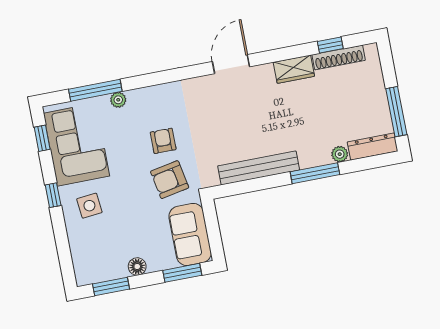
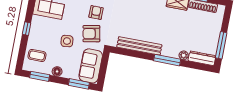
window: (53, 195) -> (27, 29), moved
side table: (89, 206) -> (67, 41), moved
coffee table: (93, 253) -> (37, 55), added

